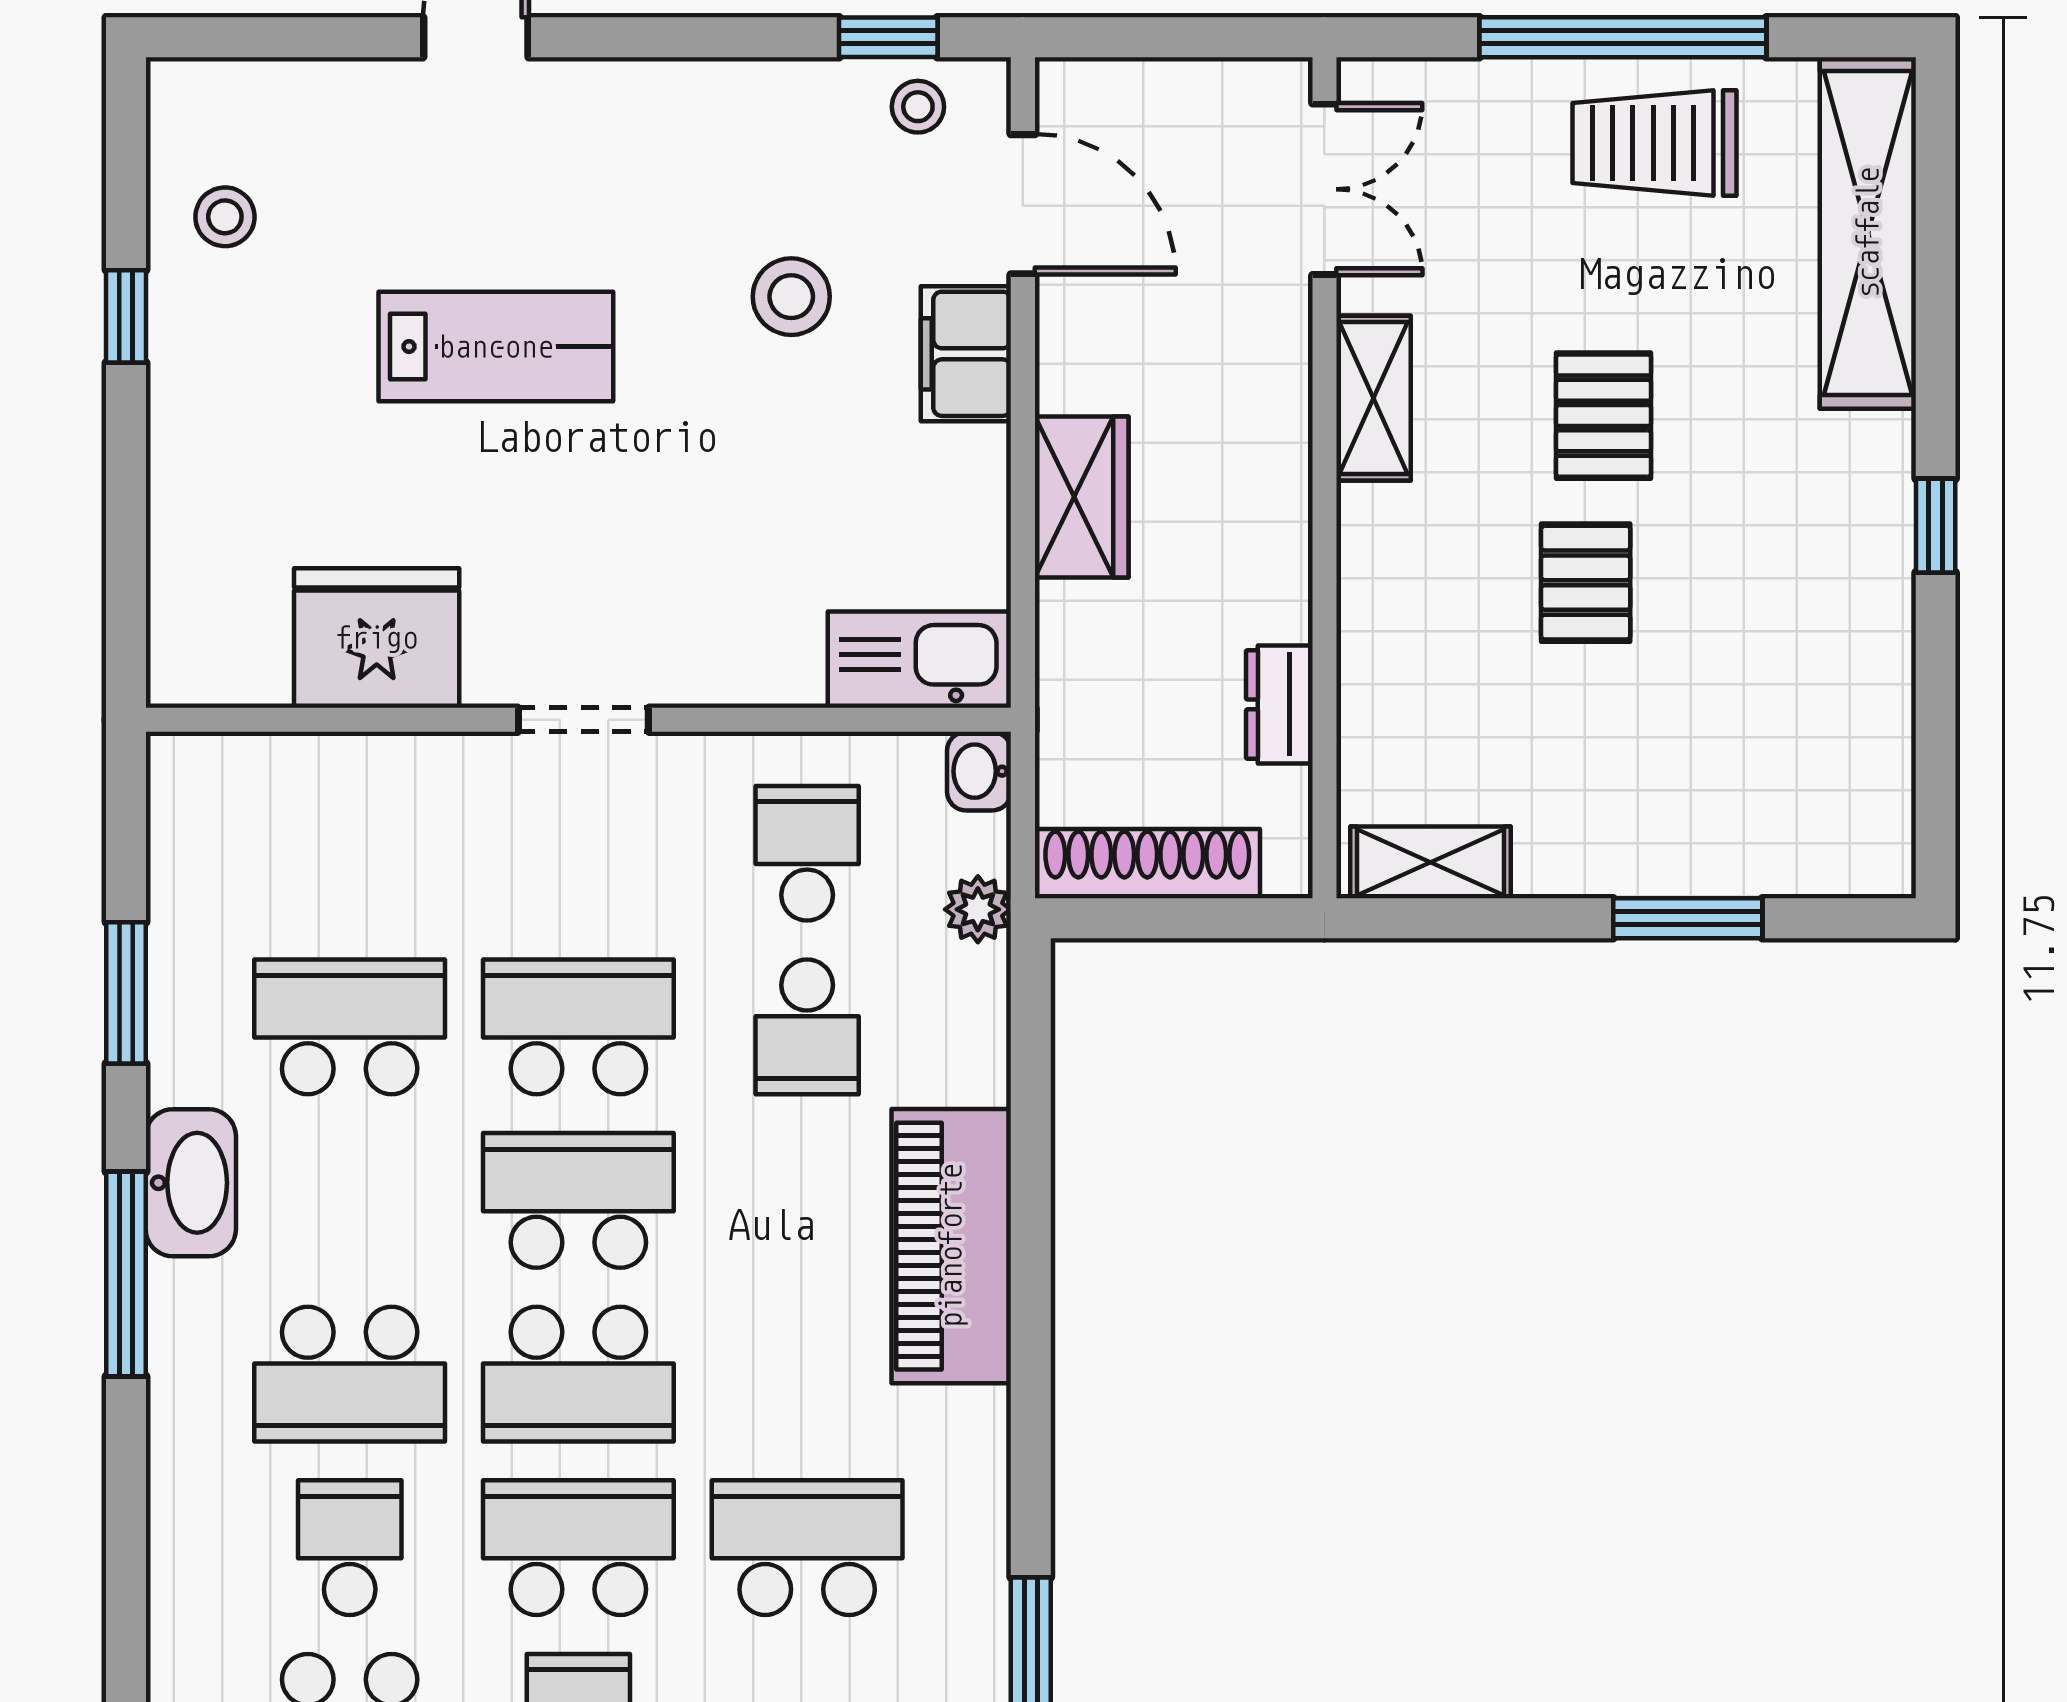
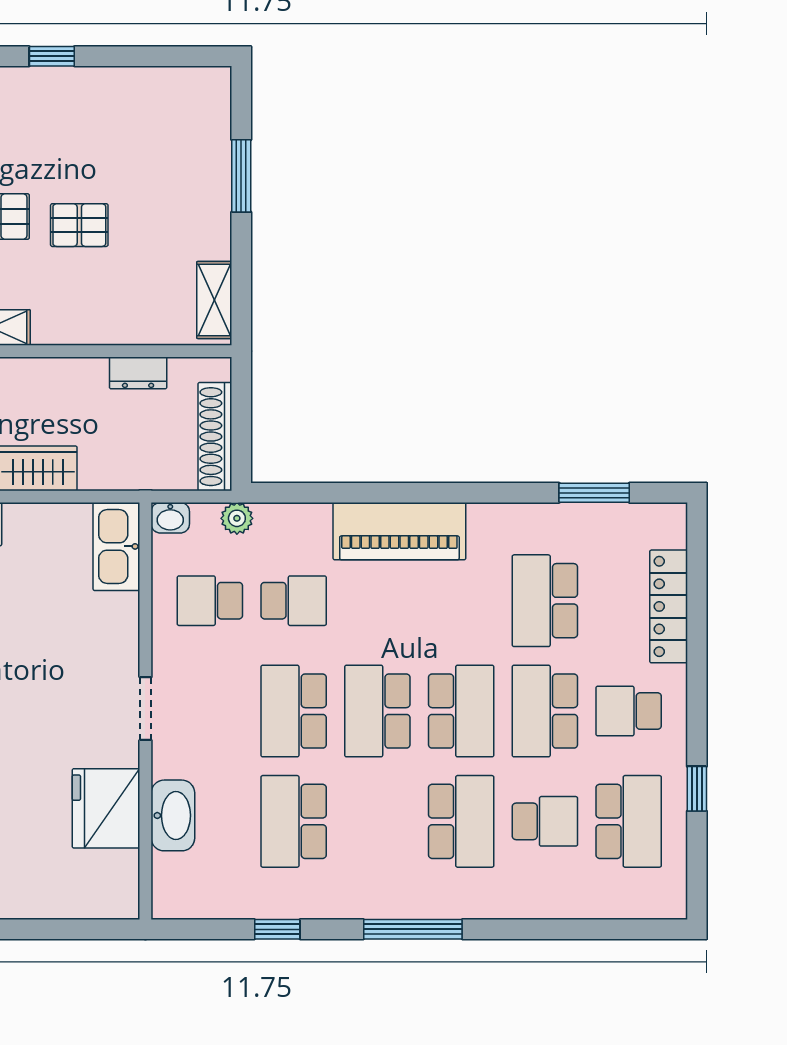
window: (126, 993) -> (277, 929), width x0.67
washbasin: (191, 1183) -> (173, 815), moved, turned 90
school desk: (350, 1548) -> (545, 821), turned 180

